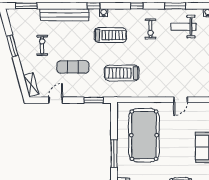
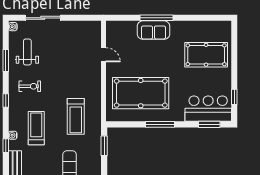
weight bench: (183, 27) -> (27, 52), turned 180

